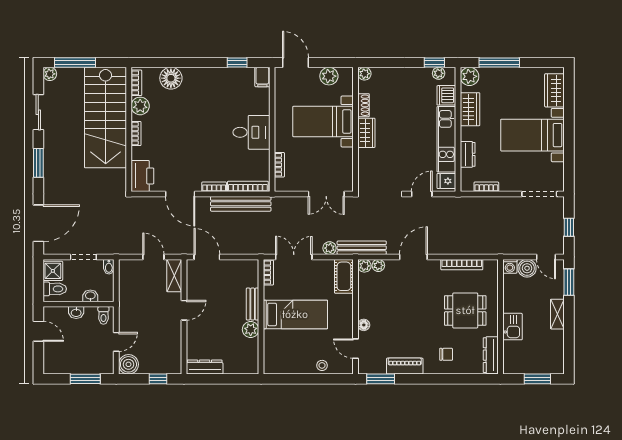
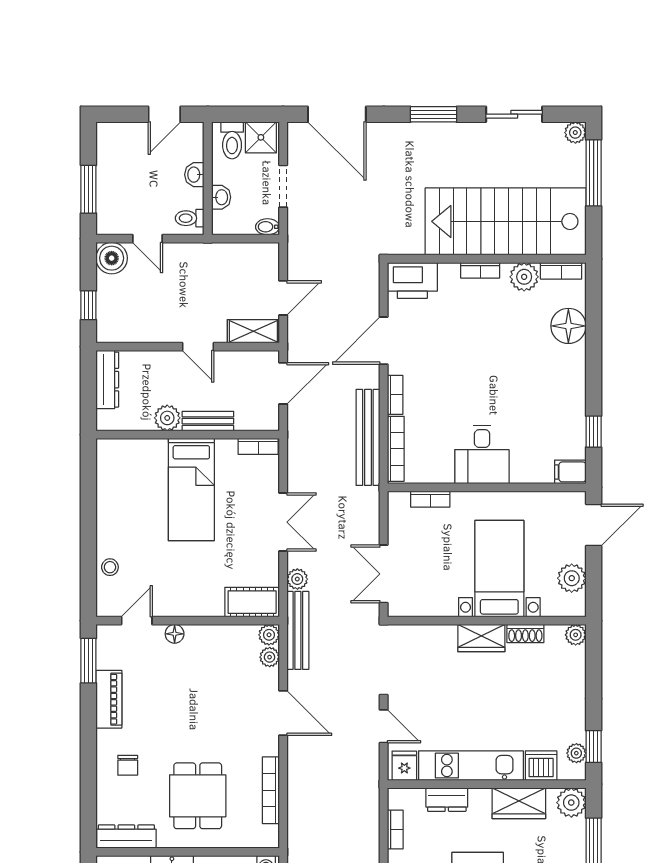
bookcase: (268, 273) -> (258, 446), moved
bench: (253, 304) -> (208, 421), moved
bed: (295, 314) -> (191, 490), moved
wall: (261, 317) -> (188, 435), moved
plant: (251, 330) -> (167, 418), moved

